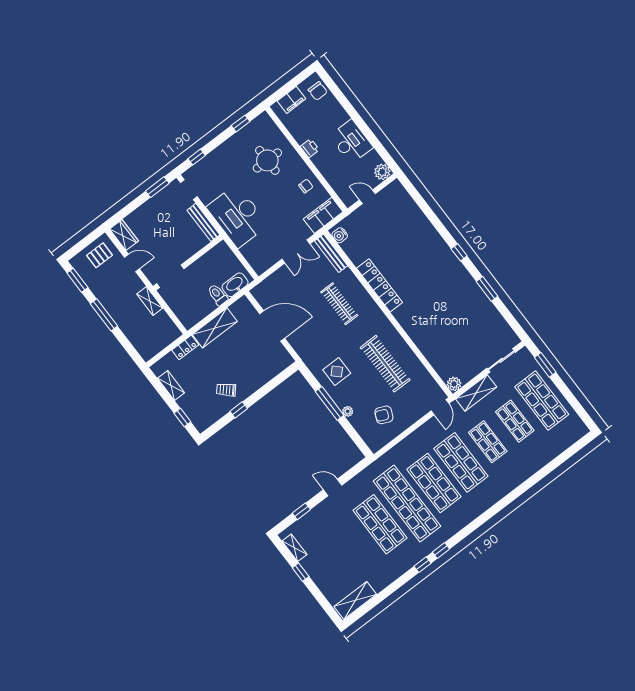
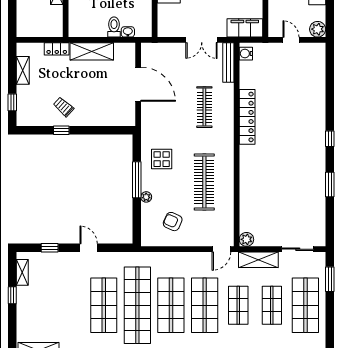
washbasin: (235, 285) -> (128, 32), width x0.52, depth x0.69

